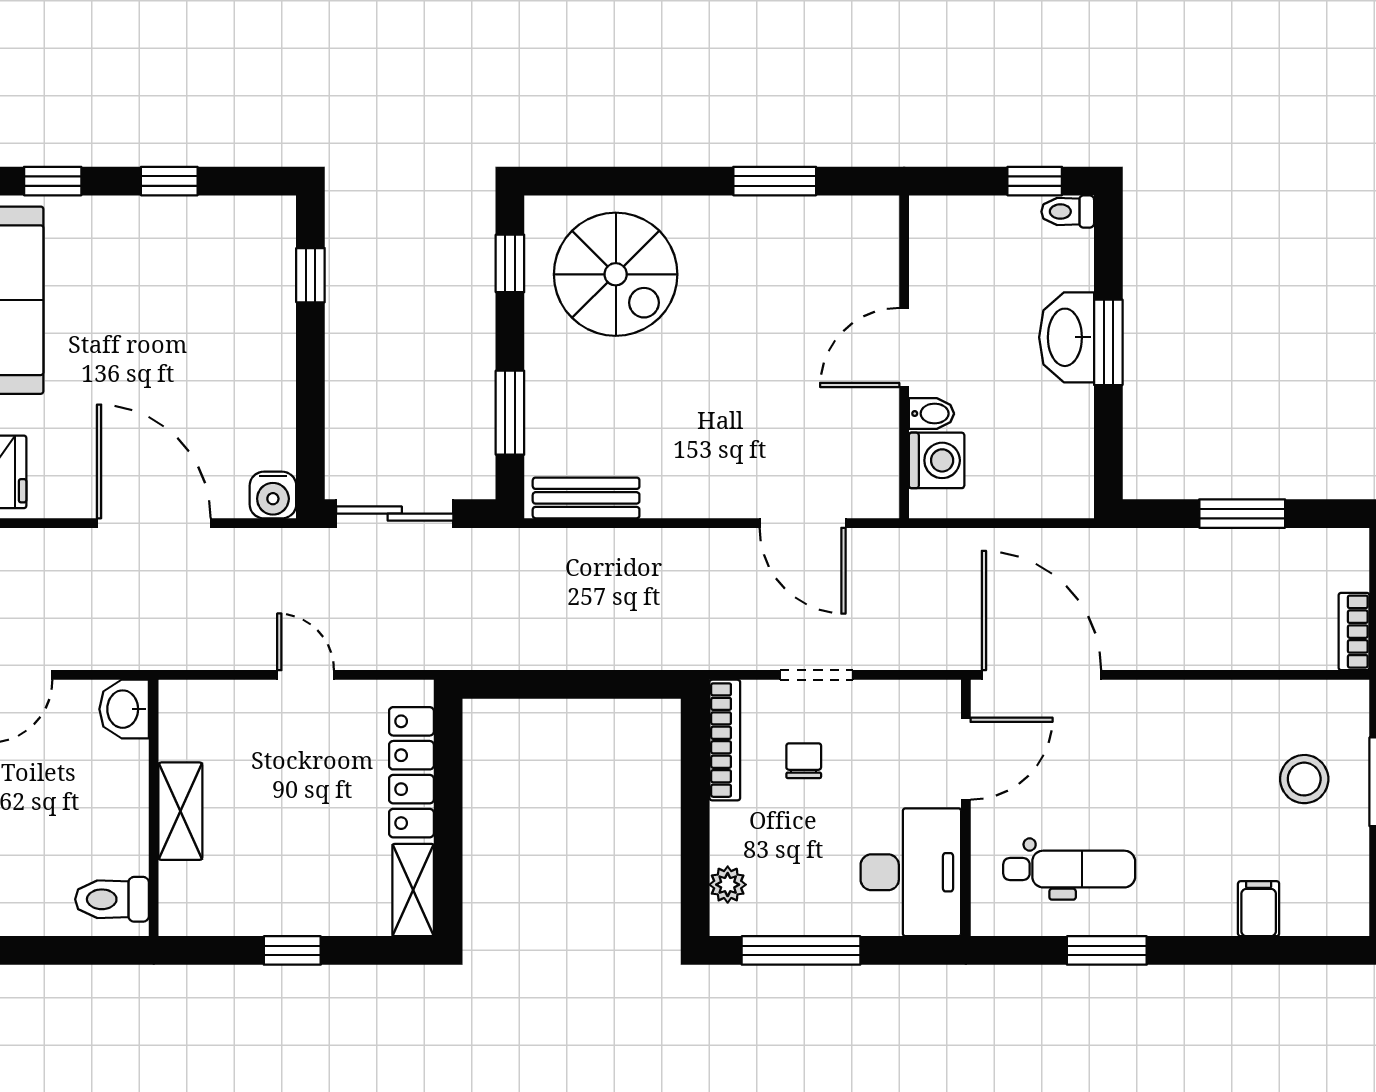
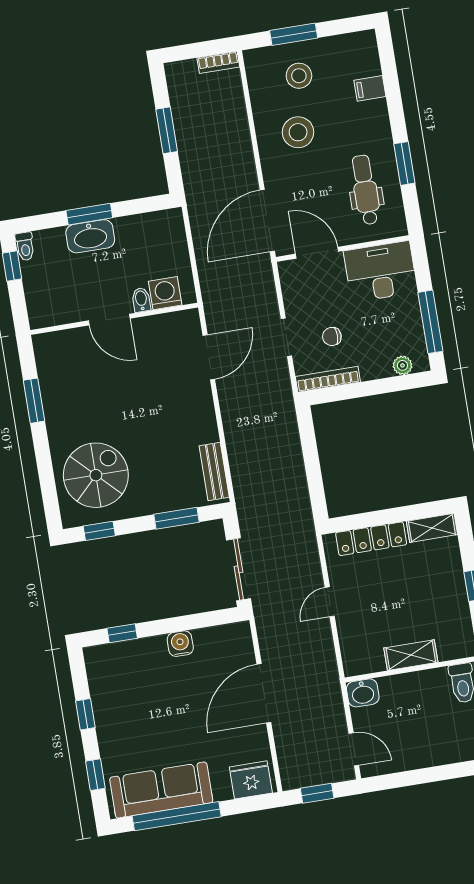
water cooler: (273, 495) -> (180, 644), moved, turned -90
stool: (1198, 760) -> (298, 132), added

